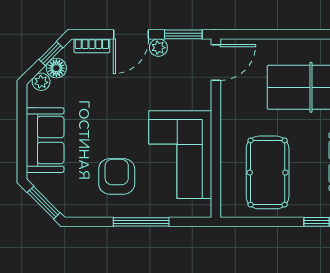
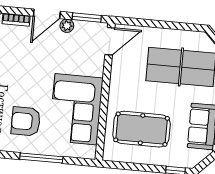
pool table: (268, 172) -> (142, 129), turned 90
armchair: (117, 176) -> (26, 121), turned -90

